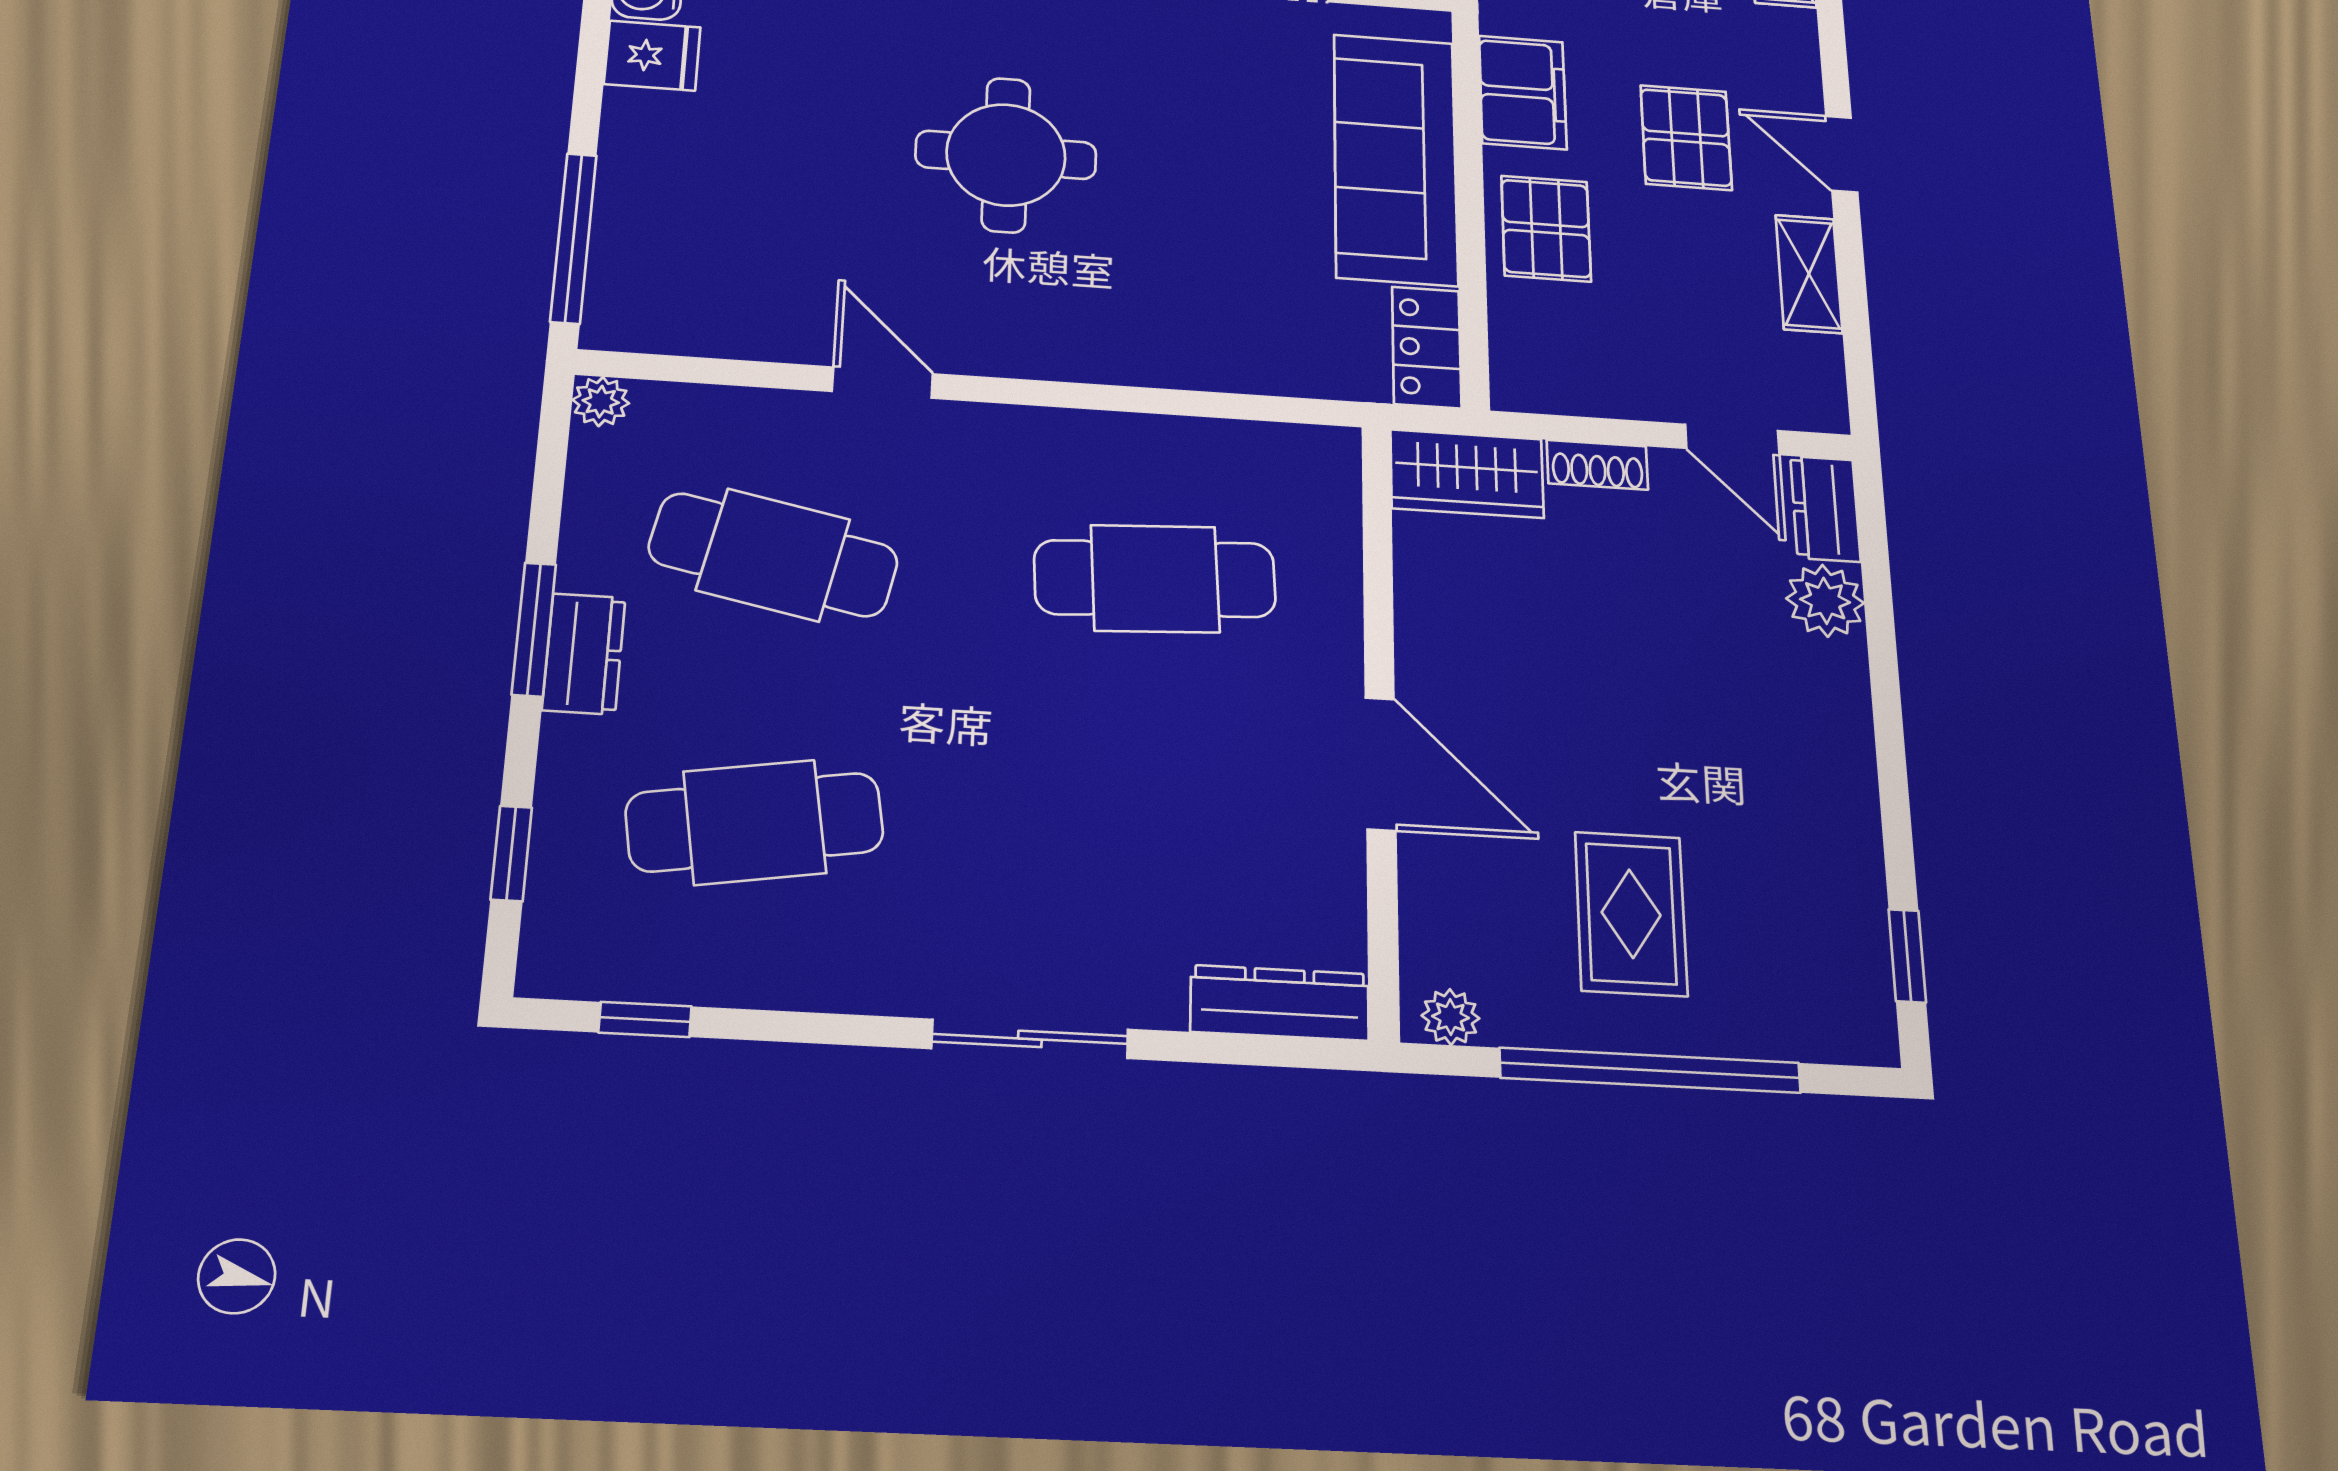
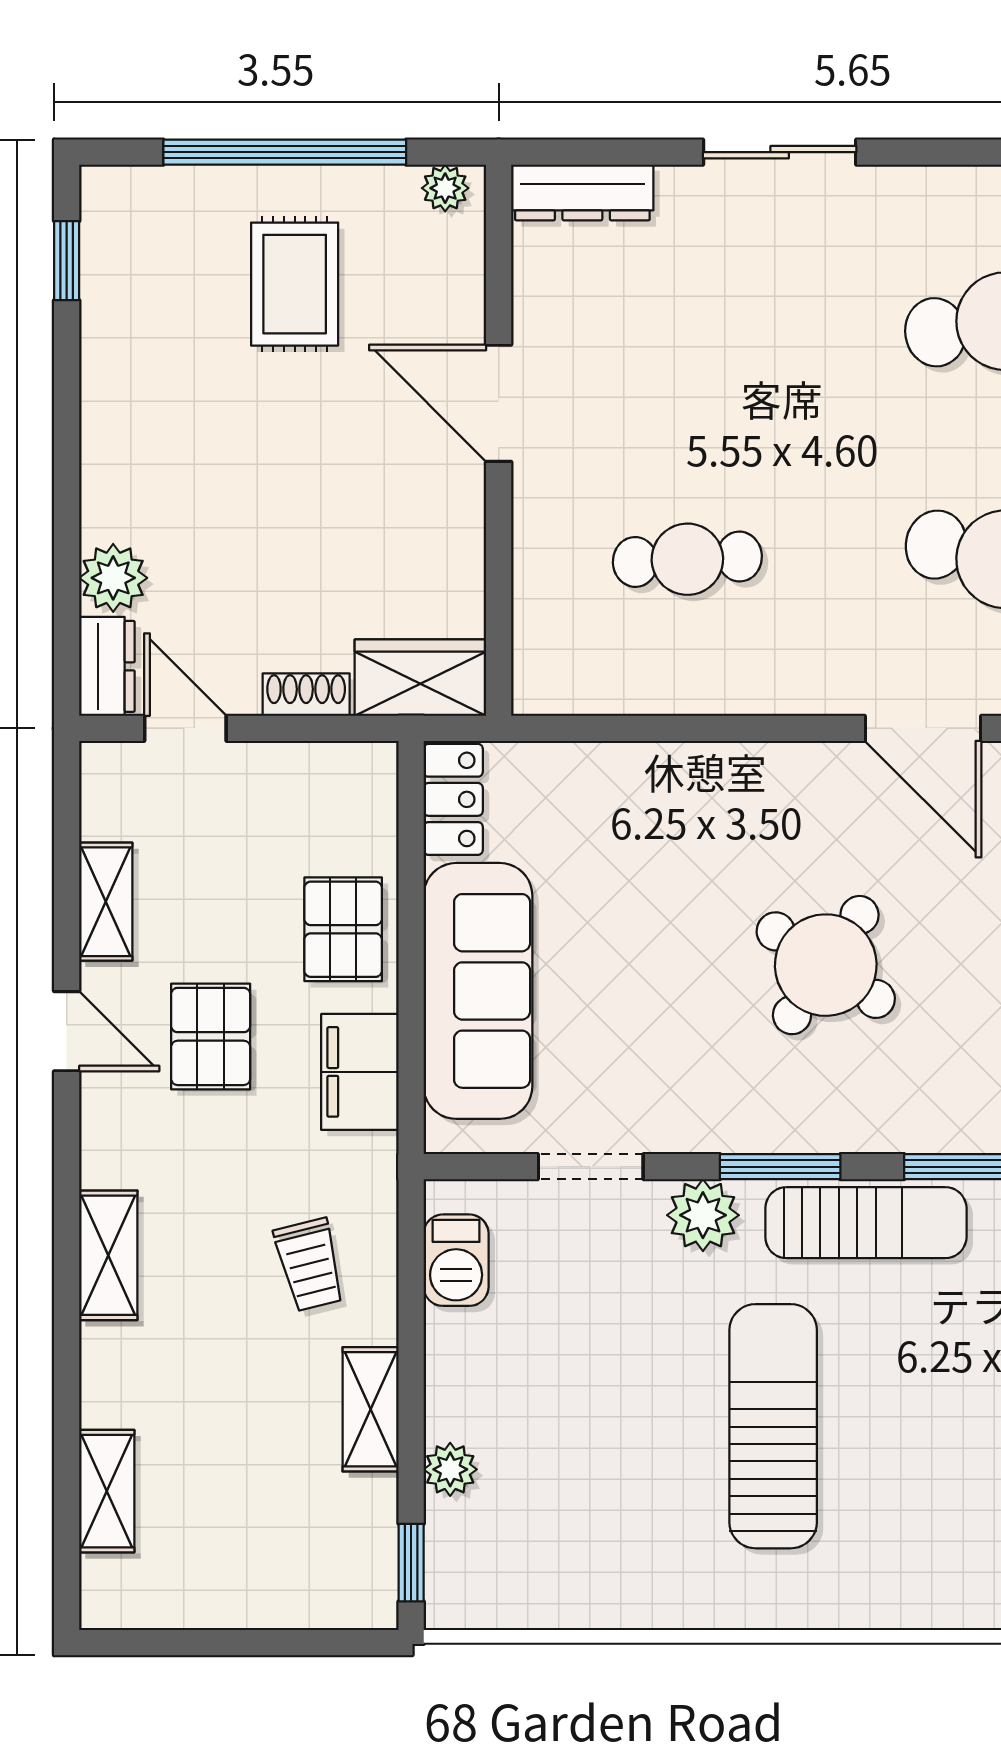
round table: (1006, 155) -> (826, 965), turned 34
door: (882, 383) -> (923, 728), width x1.38
cafe table: (1155, 579) -> (687, 559), width x0.73, depth x0.74

